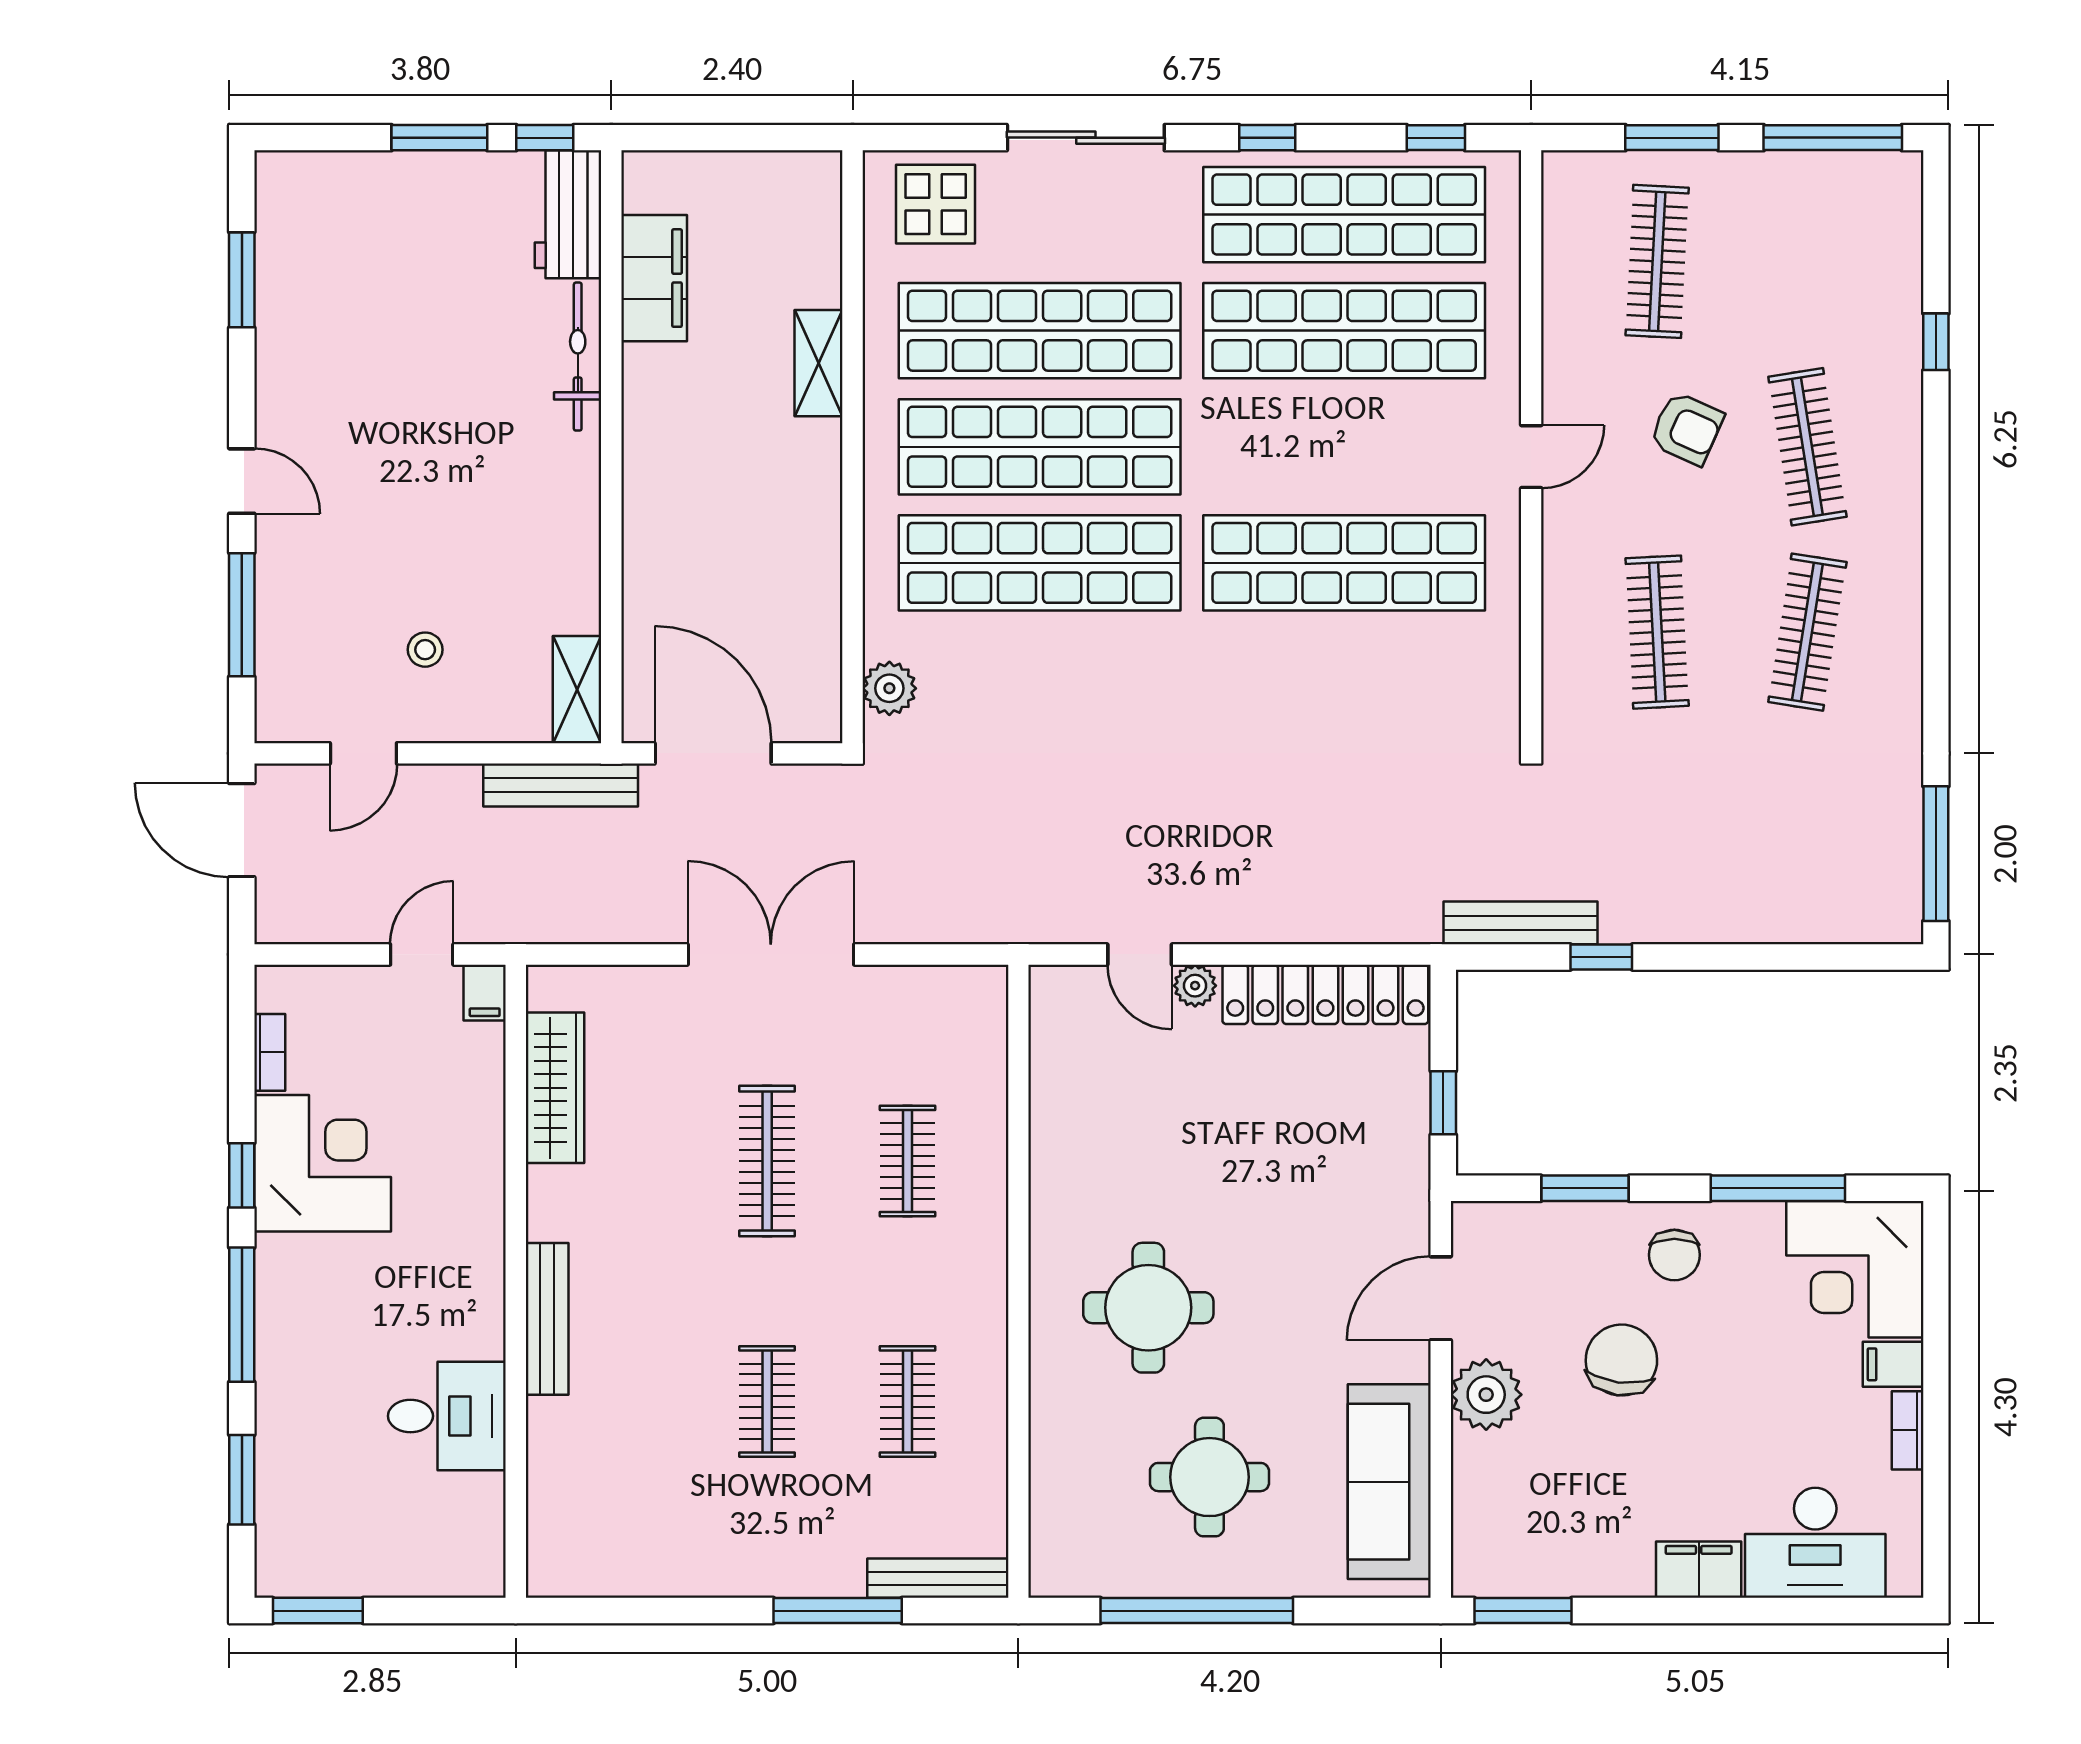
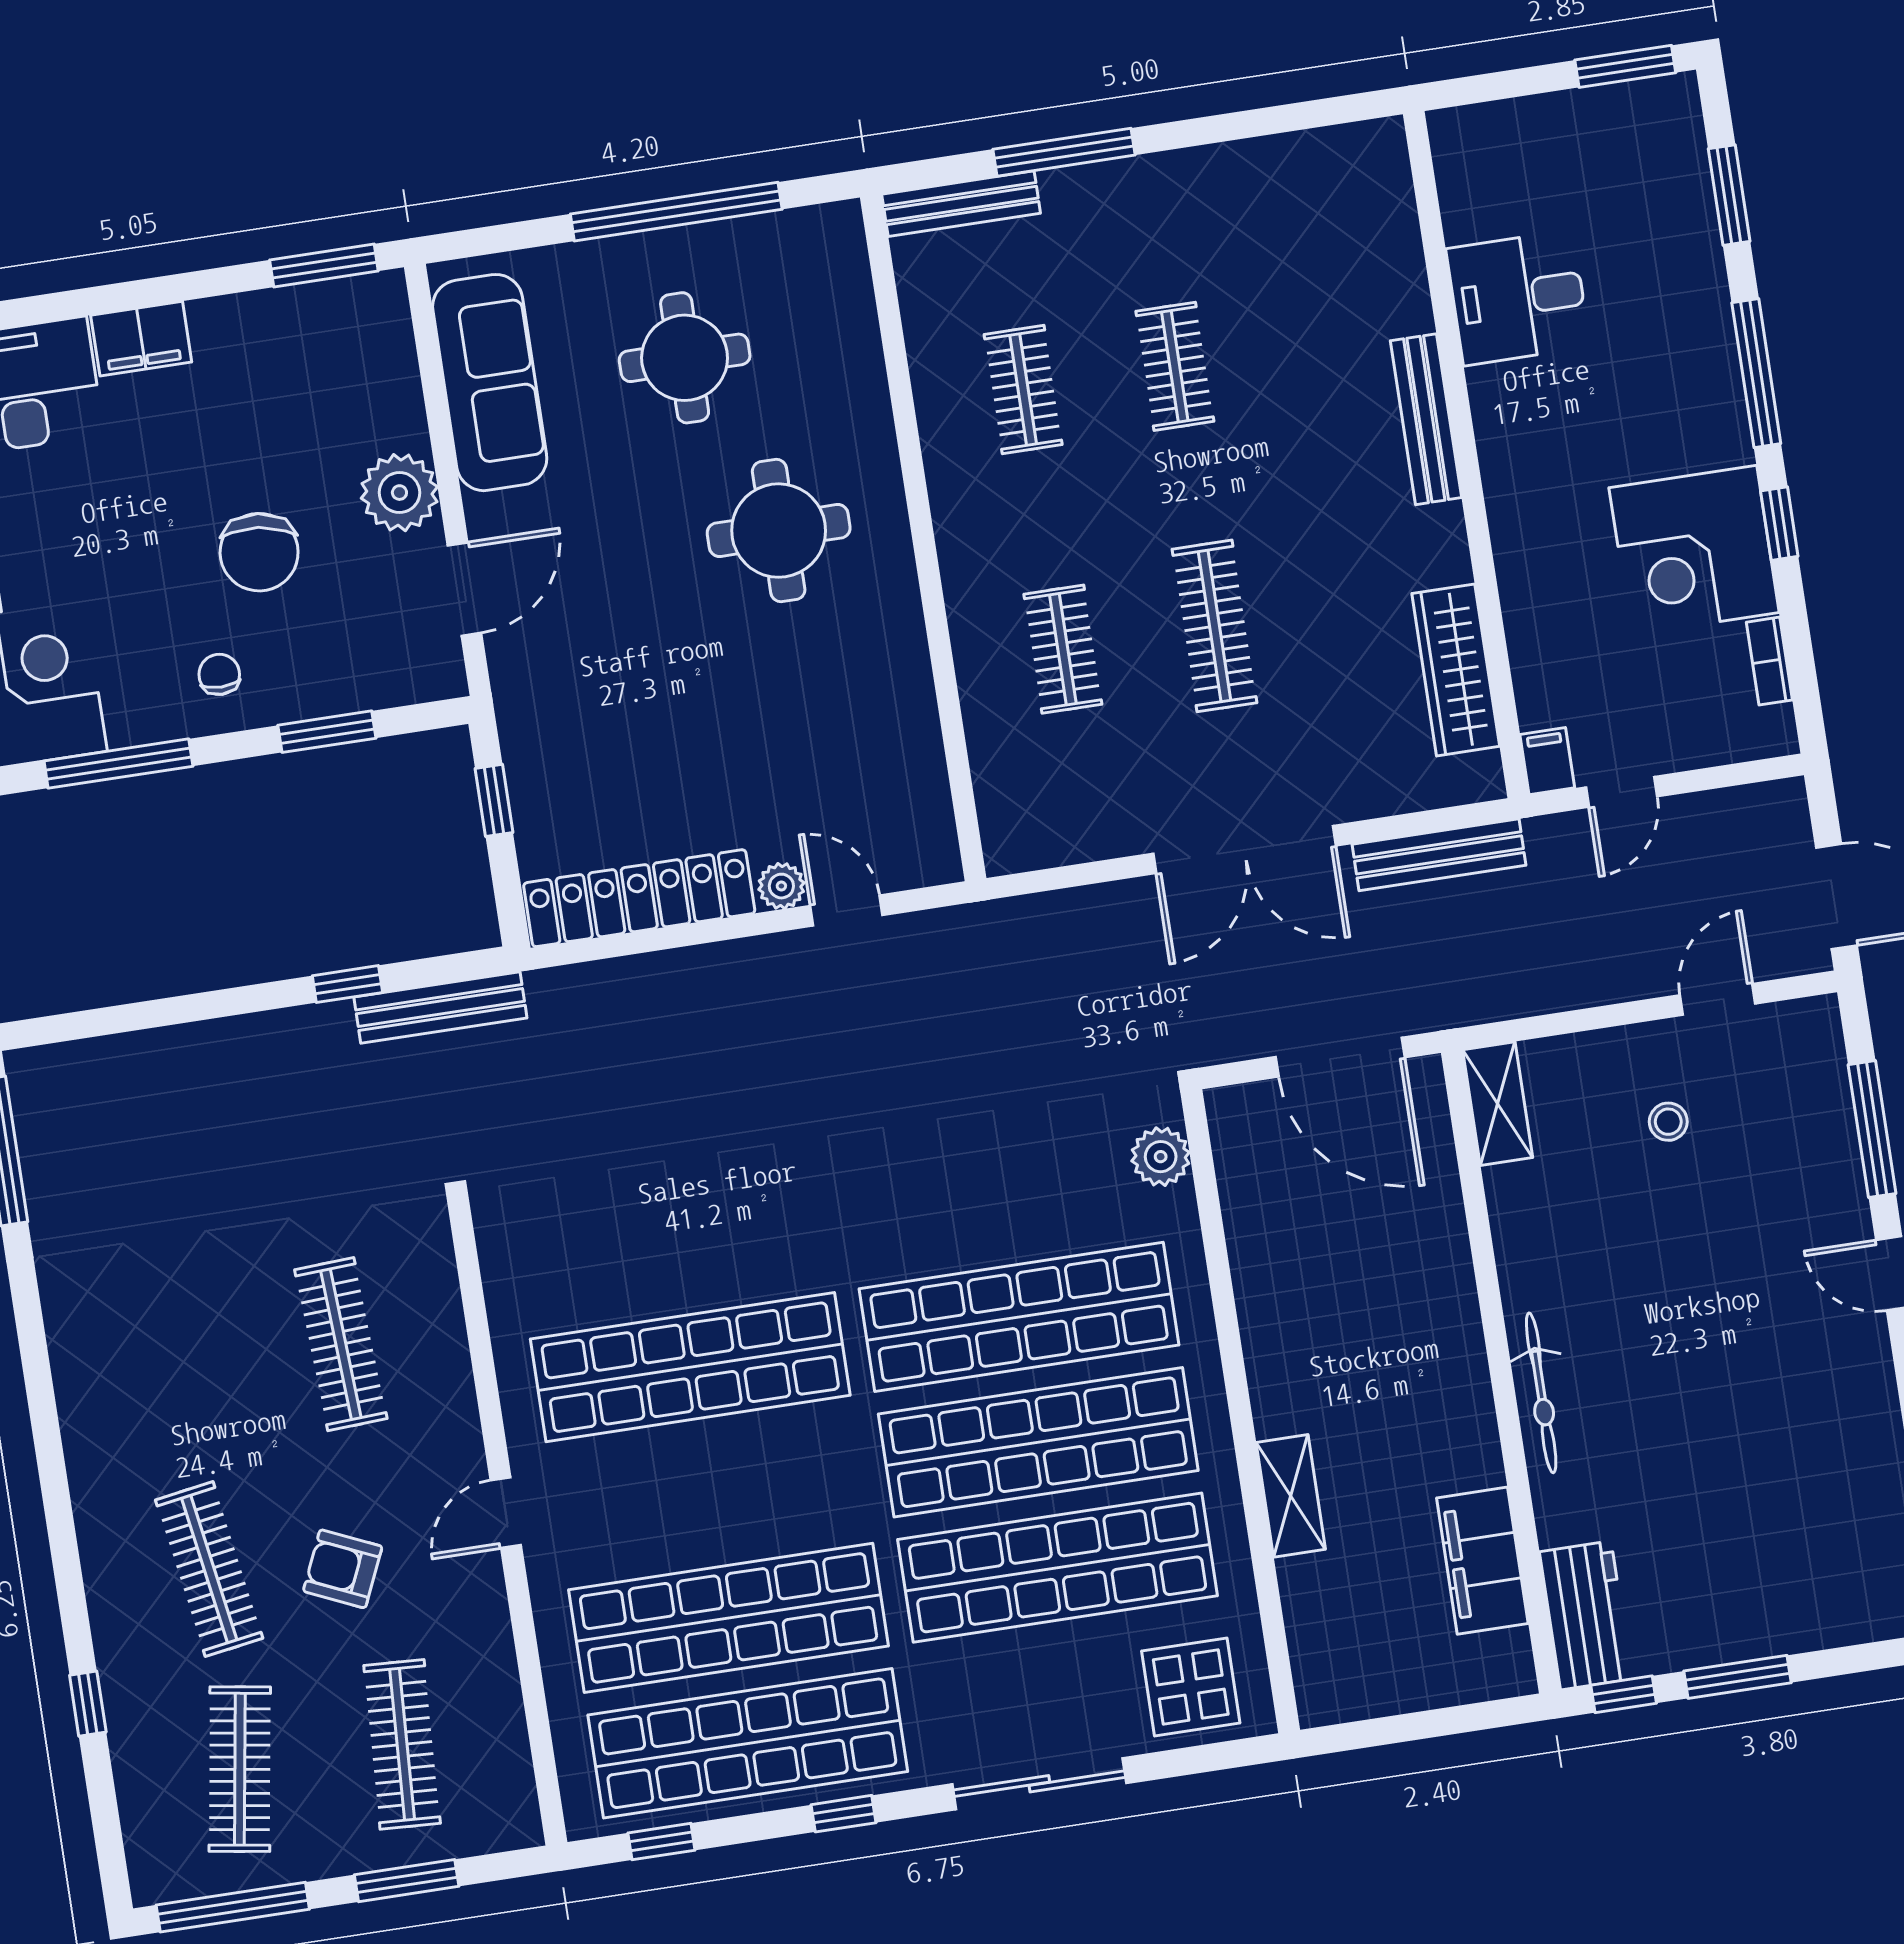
bicycle: (578, 357) -> (1541, 1393), moved
clothes rail: (1807, 632) -> (240, 1769), moved
bench: (561, 785) -> (1439, 855), moved
chair: (1674, 1255) -> (219, 674), width x0.73, depth x0.73

